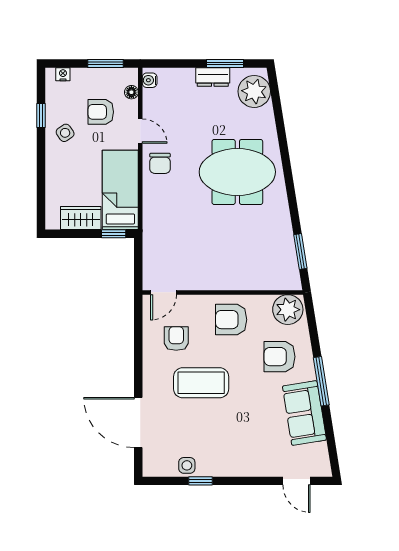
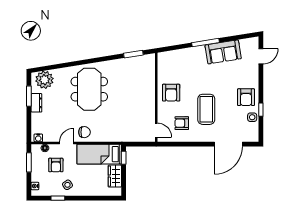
plant: (288, 310) -> (166, 61), removed
armchair: (279, 357) -> (246, 97), moved

